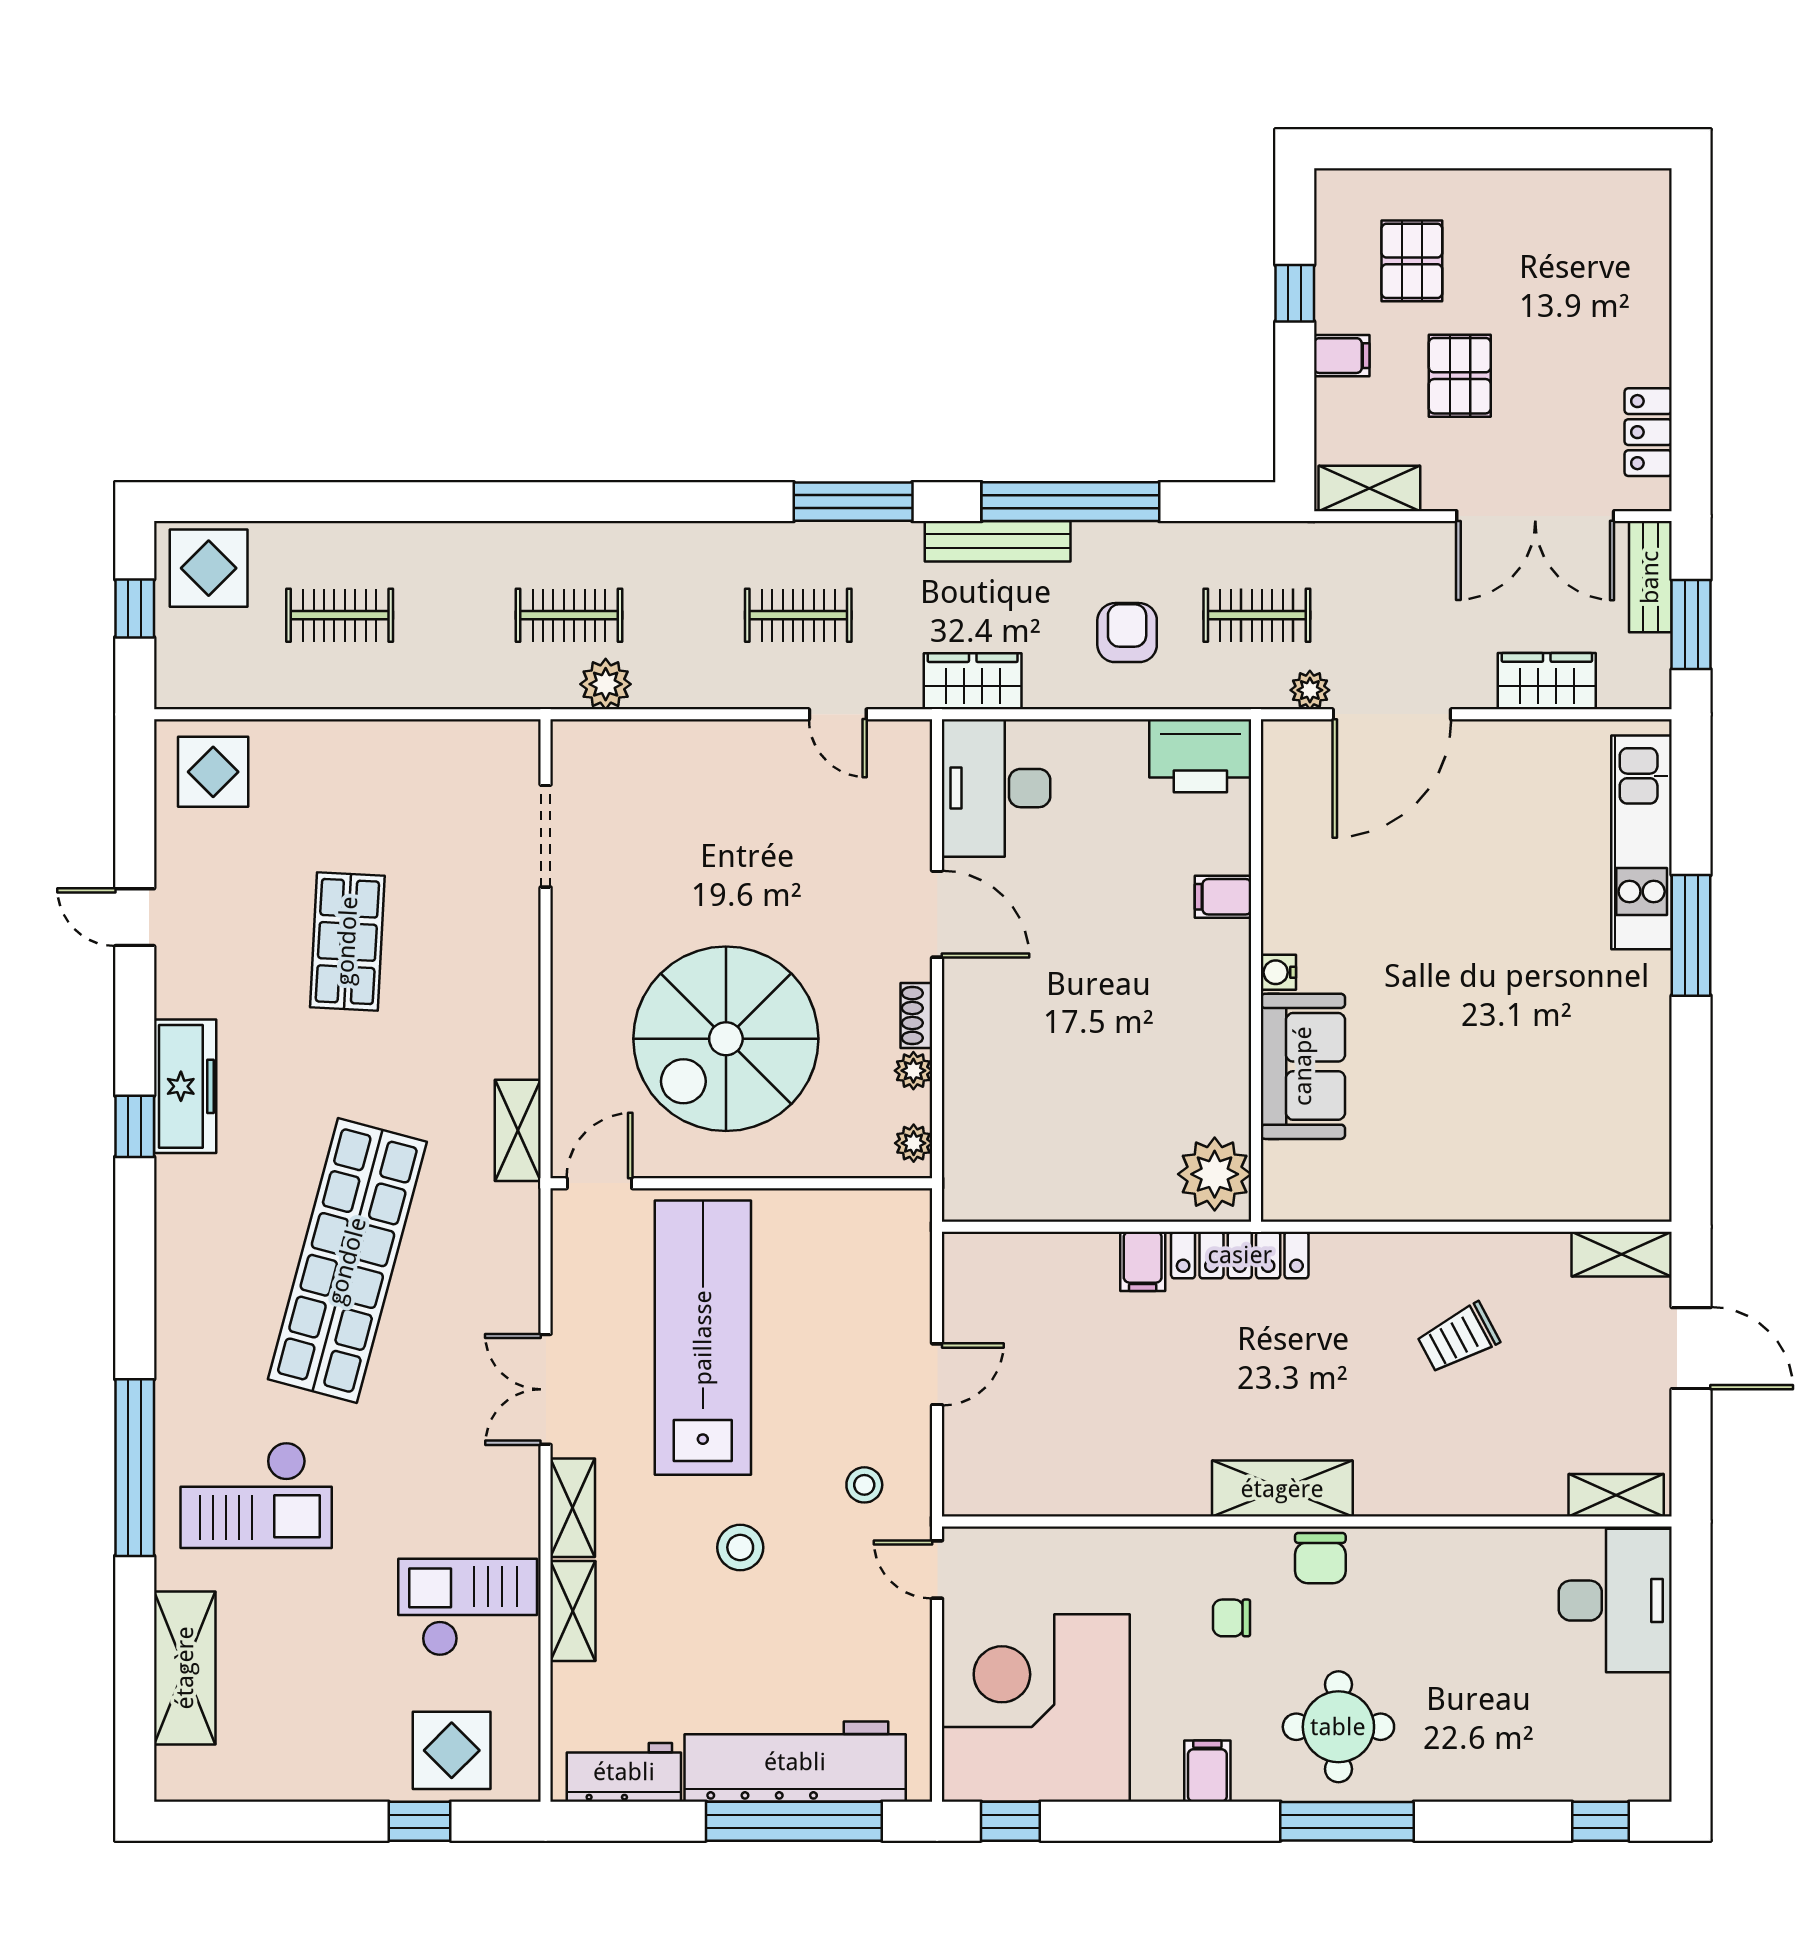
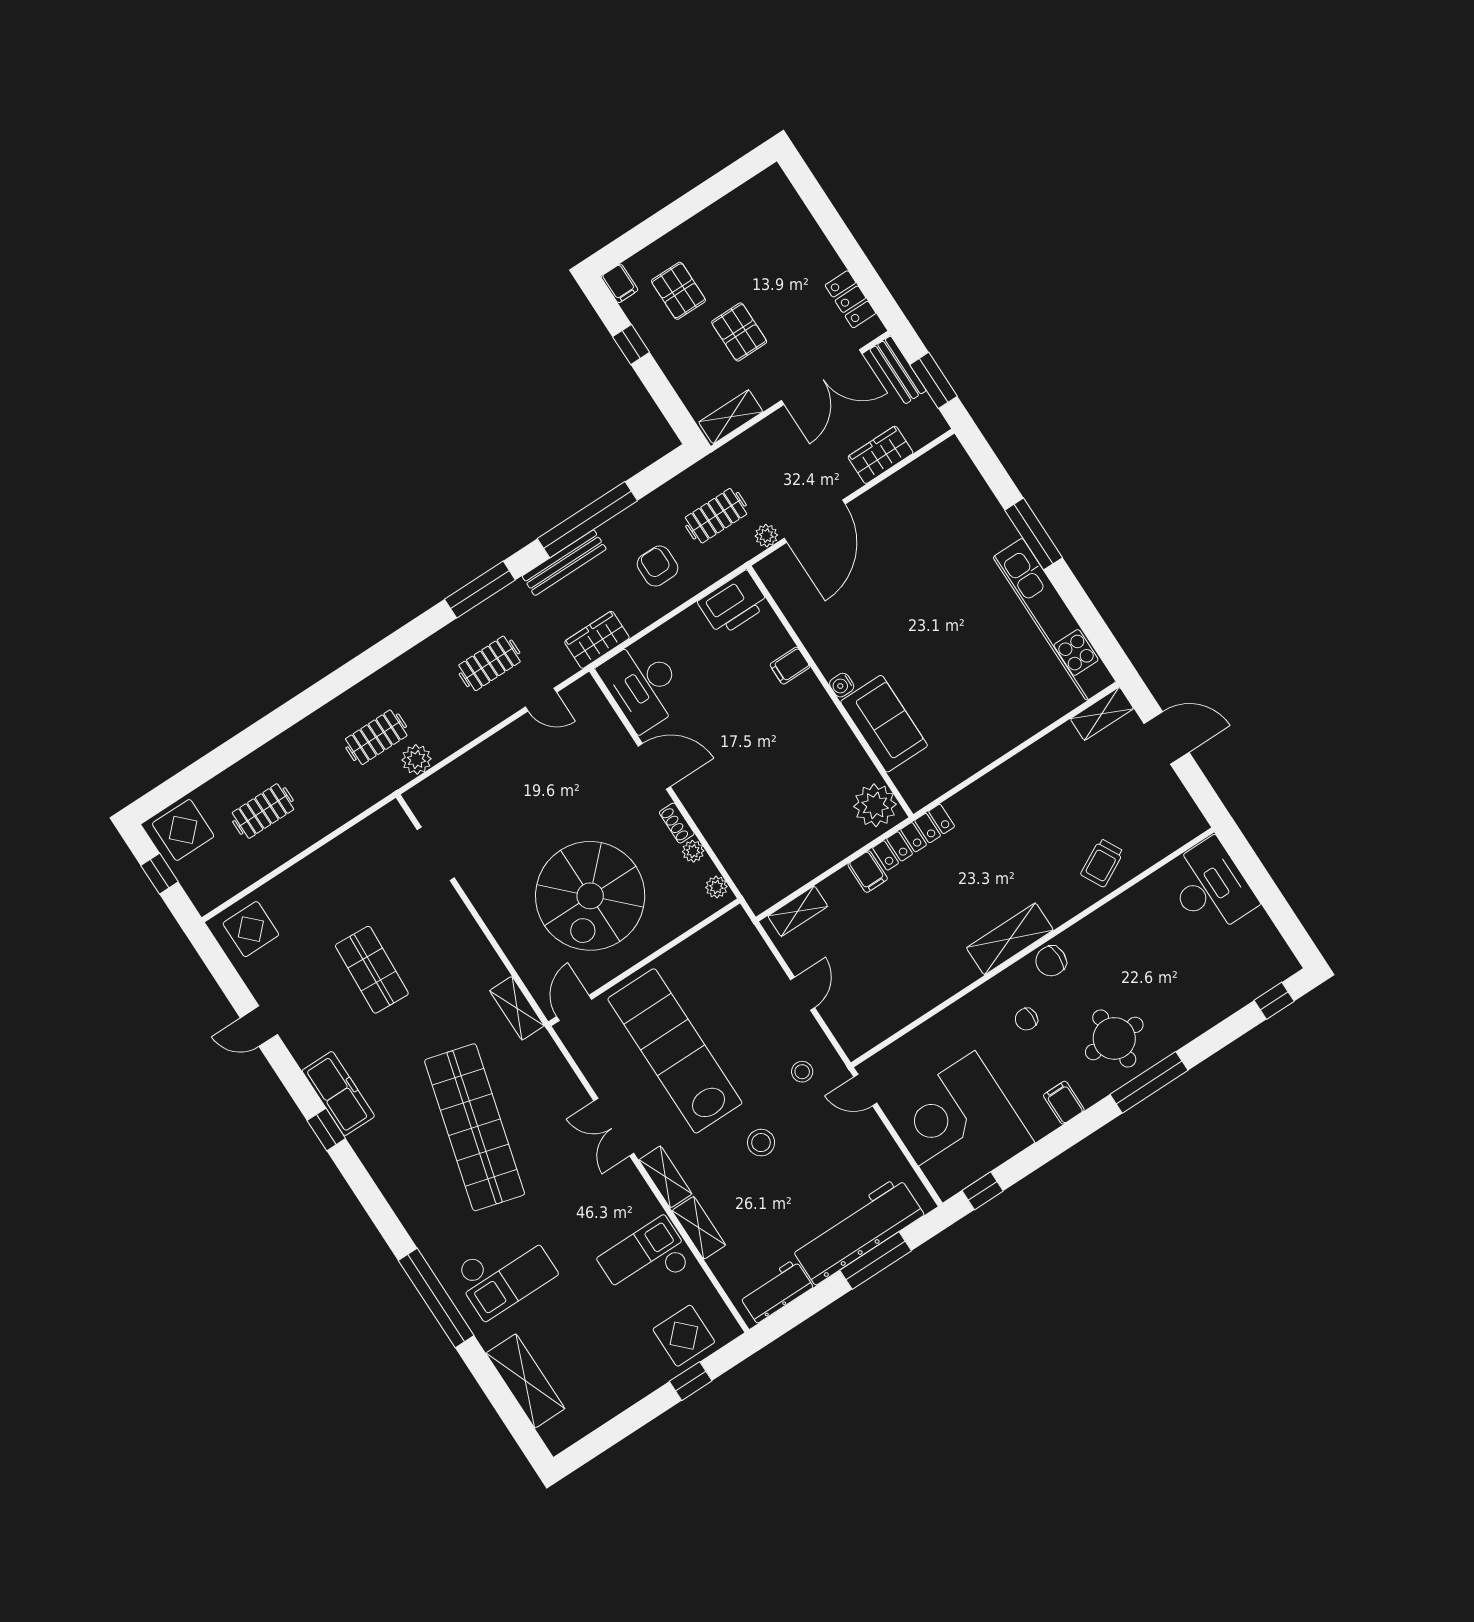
filing cabinet: (1342, 356) -> (619, 283), moved, turned 90
kitchen unit: (1642, 842) -> (1054, 619), moved, width x1.36
trolley: (1458, 1338) -> (1102, 863), moved
shelving: (1616, 1495) -> (798, 911), moved
chair: (1320, 1558) -> (1051, 961), turned 90
window: (794, 1821) -> (876, 1260), width x0.68

